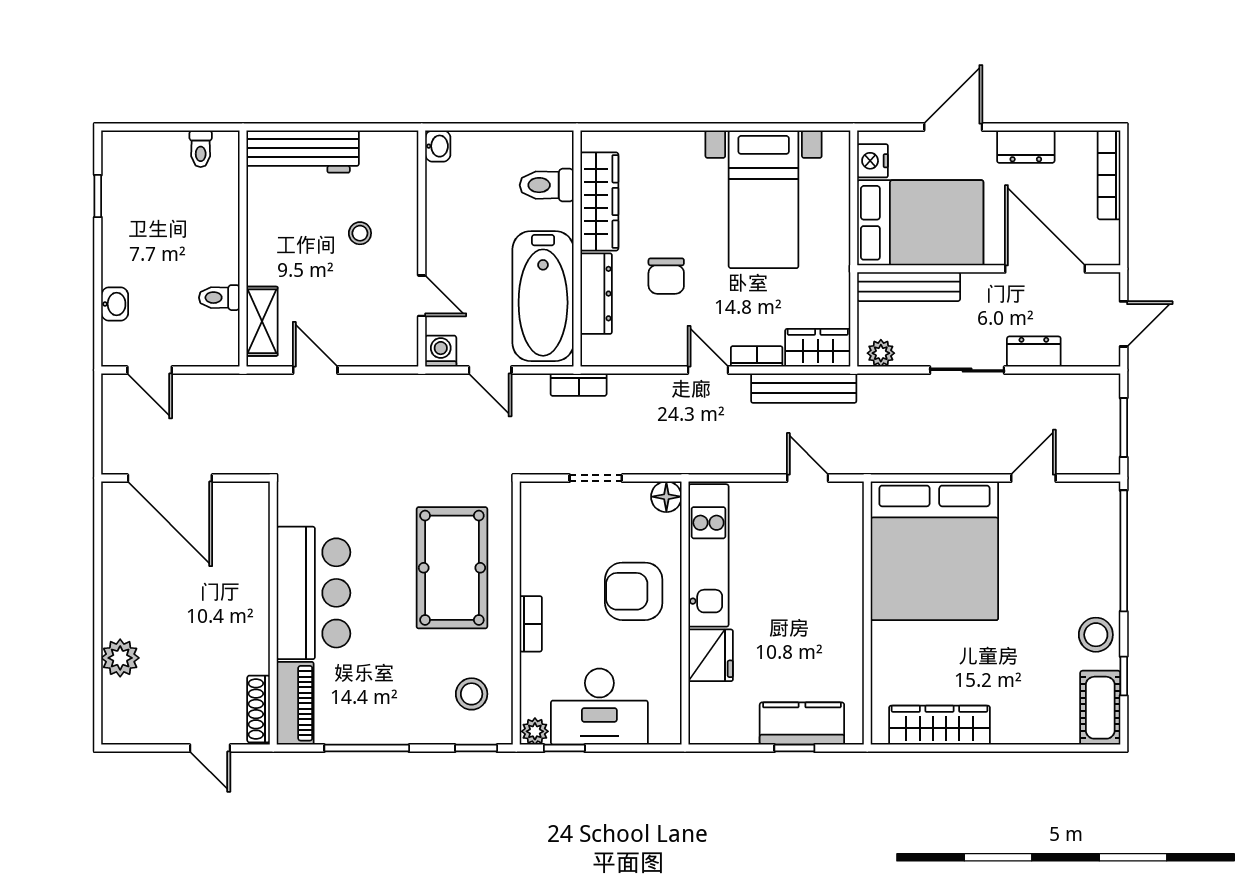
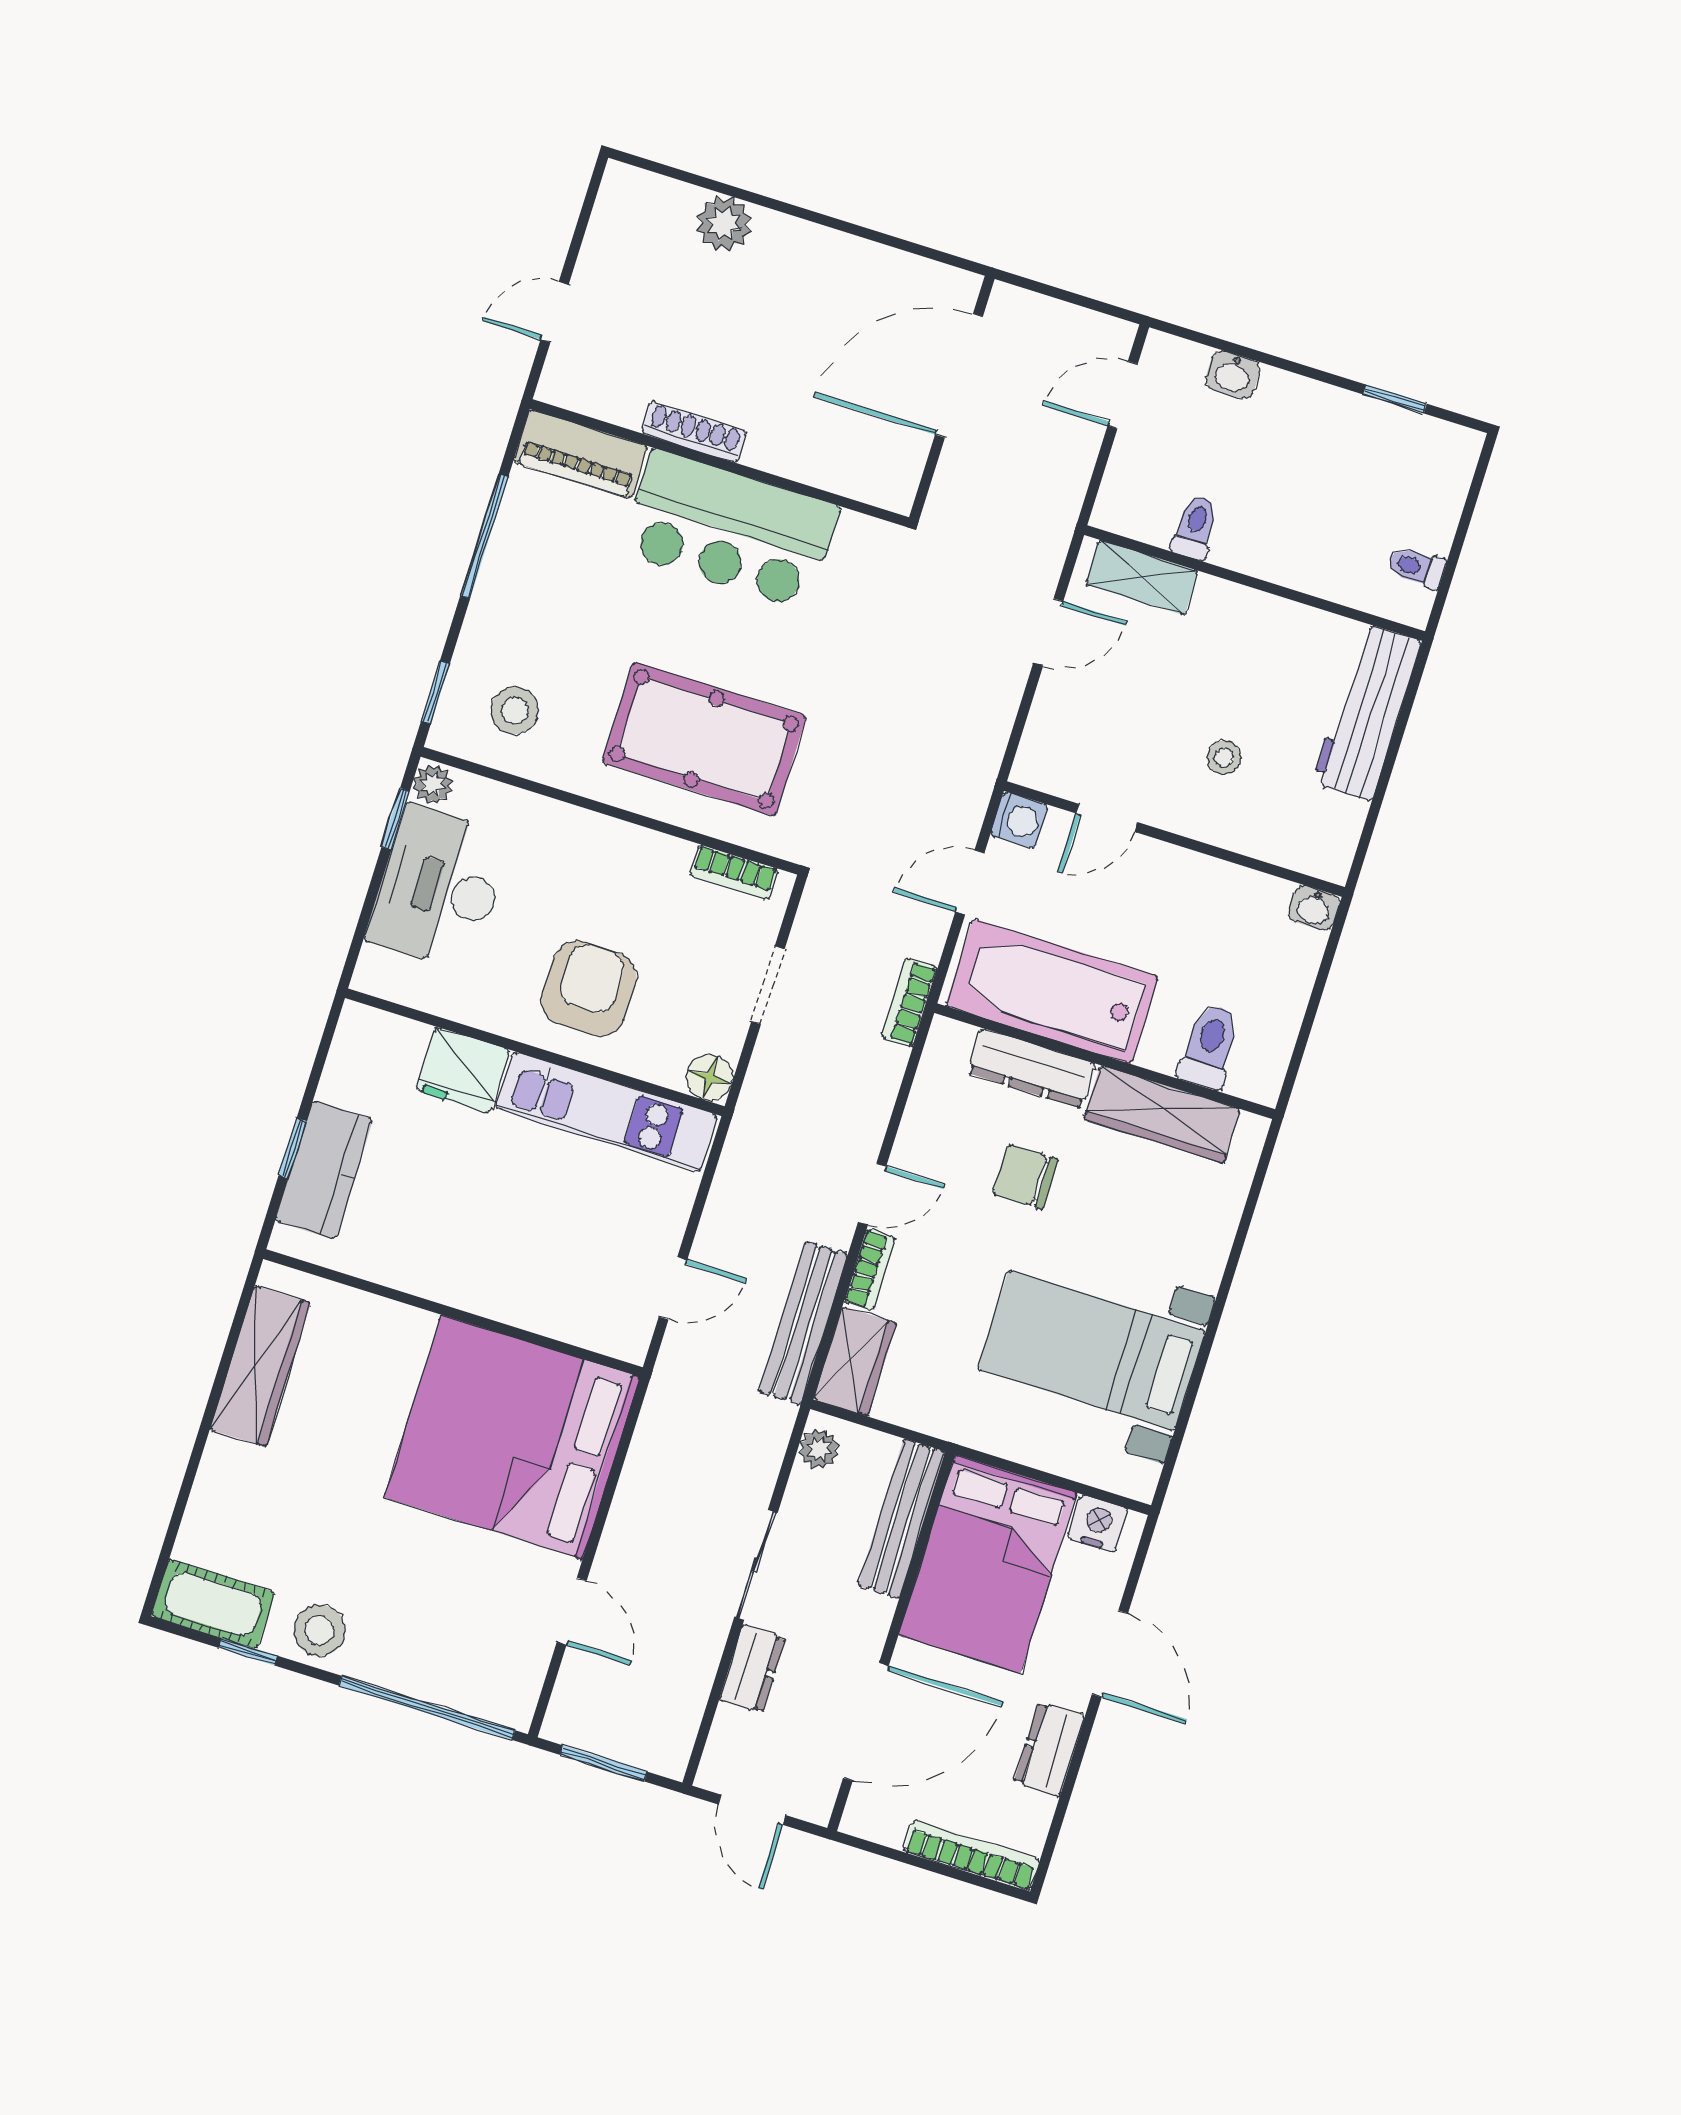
bookcase: (531, 624) -> (734, 872), moved
shoe rack: (259, 709) -> (694, 432), moved

